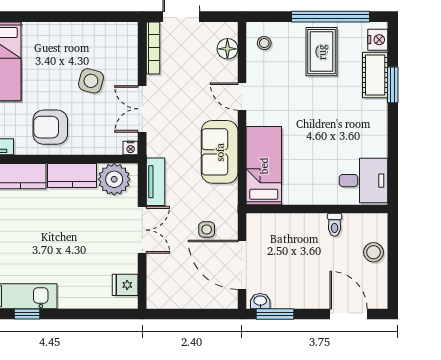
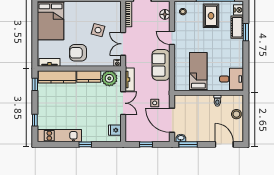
bed: (264, 166) -> (198, 72), moved
window: (27, 314) -> (85, 144), moved
window: (189, 314) -> (146, 144), added

